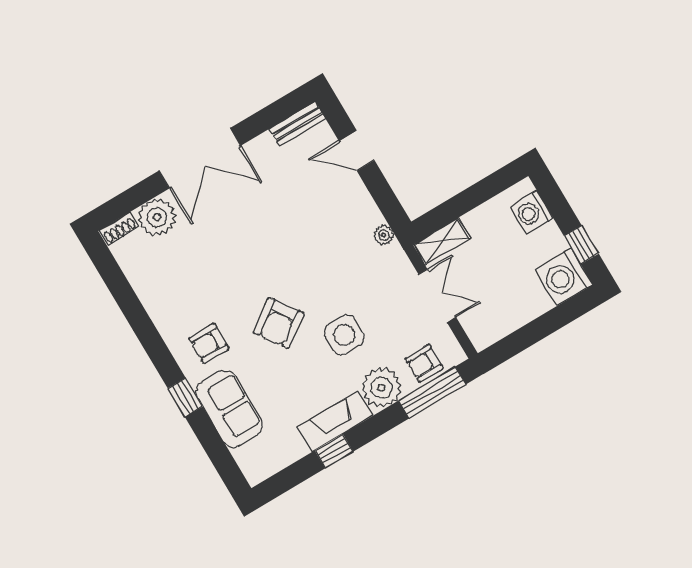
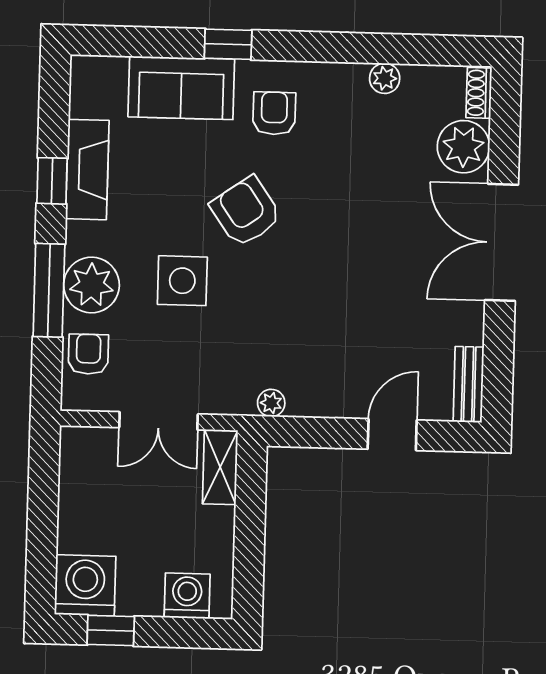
plant: (146, 291) -> (385, 78), added
window: (432, 393) -> (49, 290), moved
fireplace: (335, 421) -> (87, 170), moved

